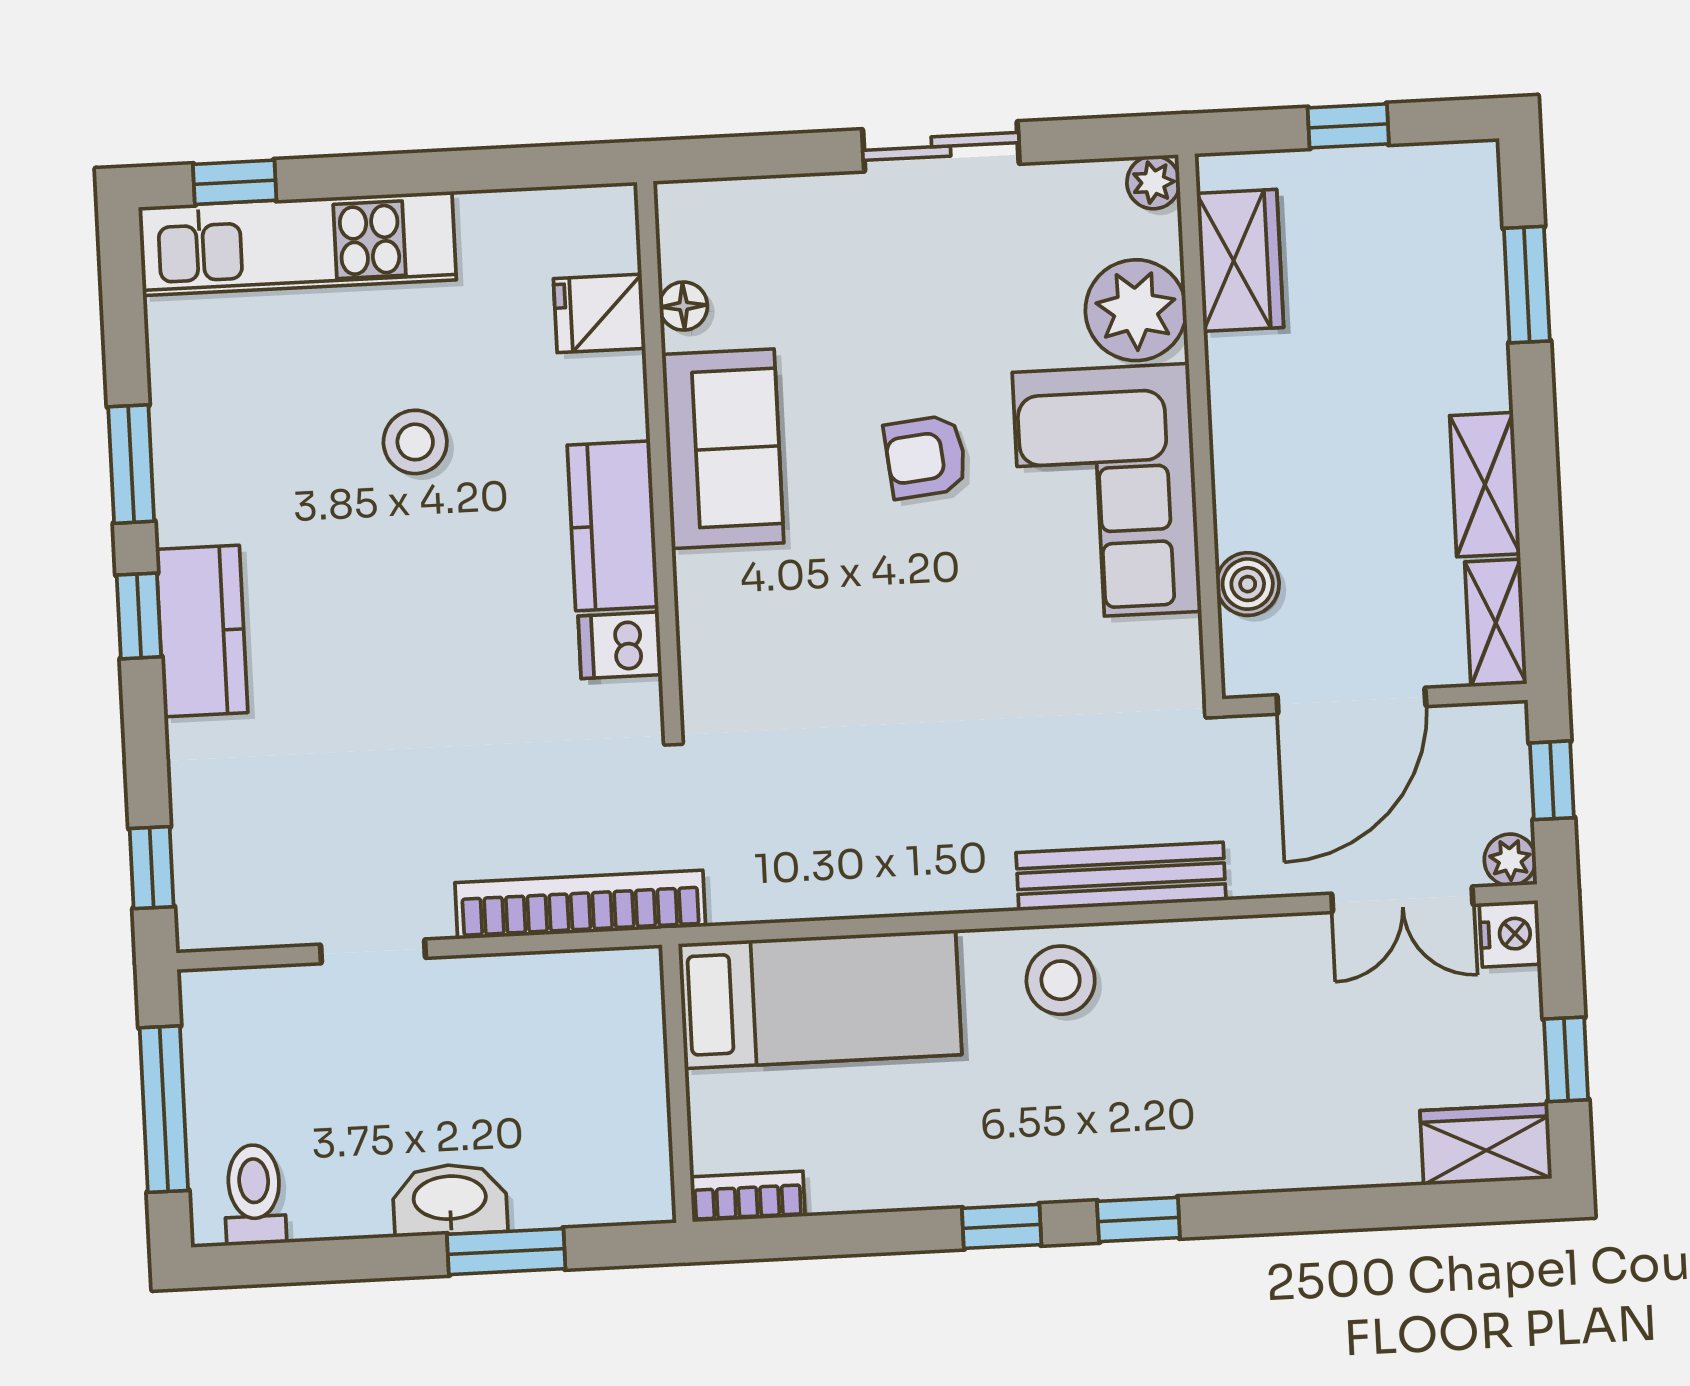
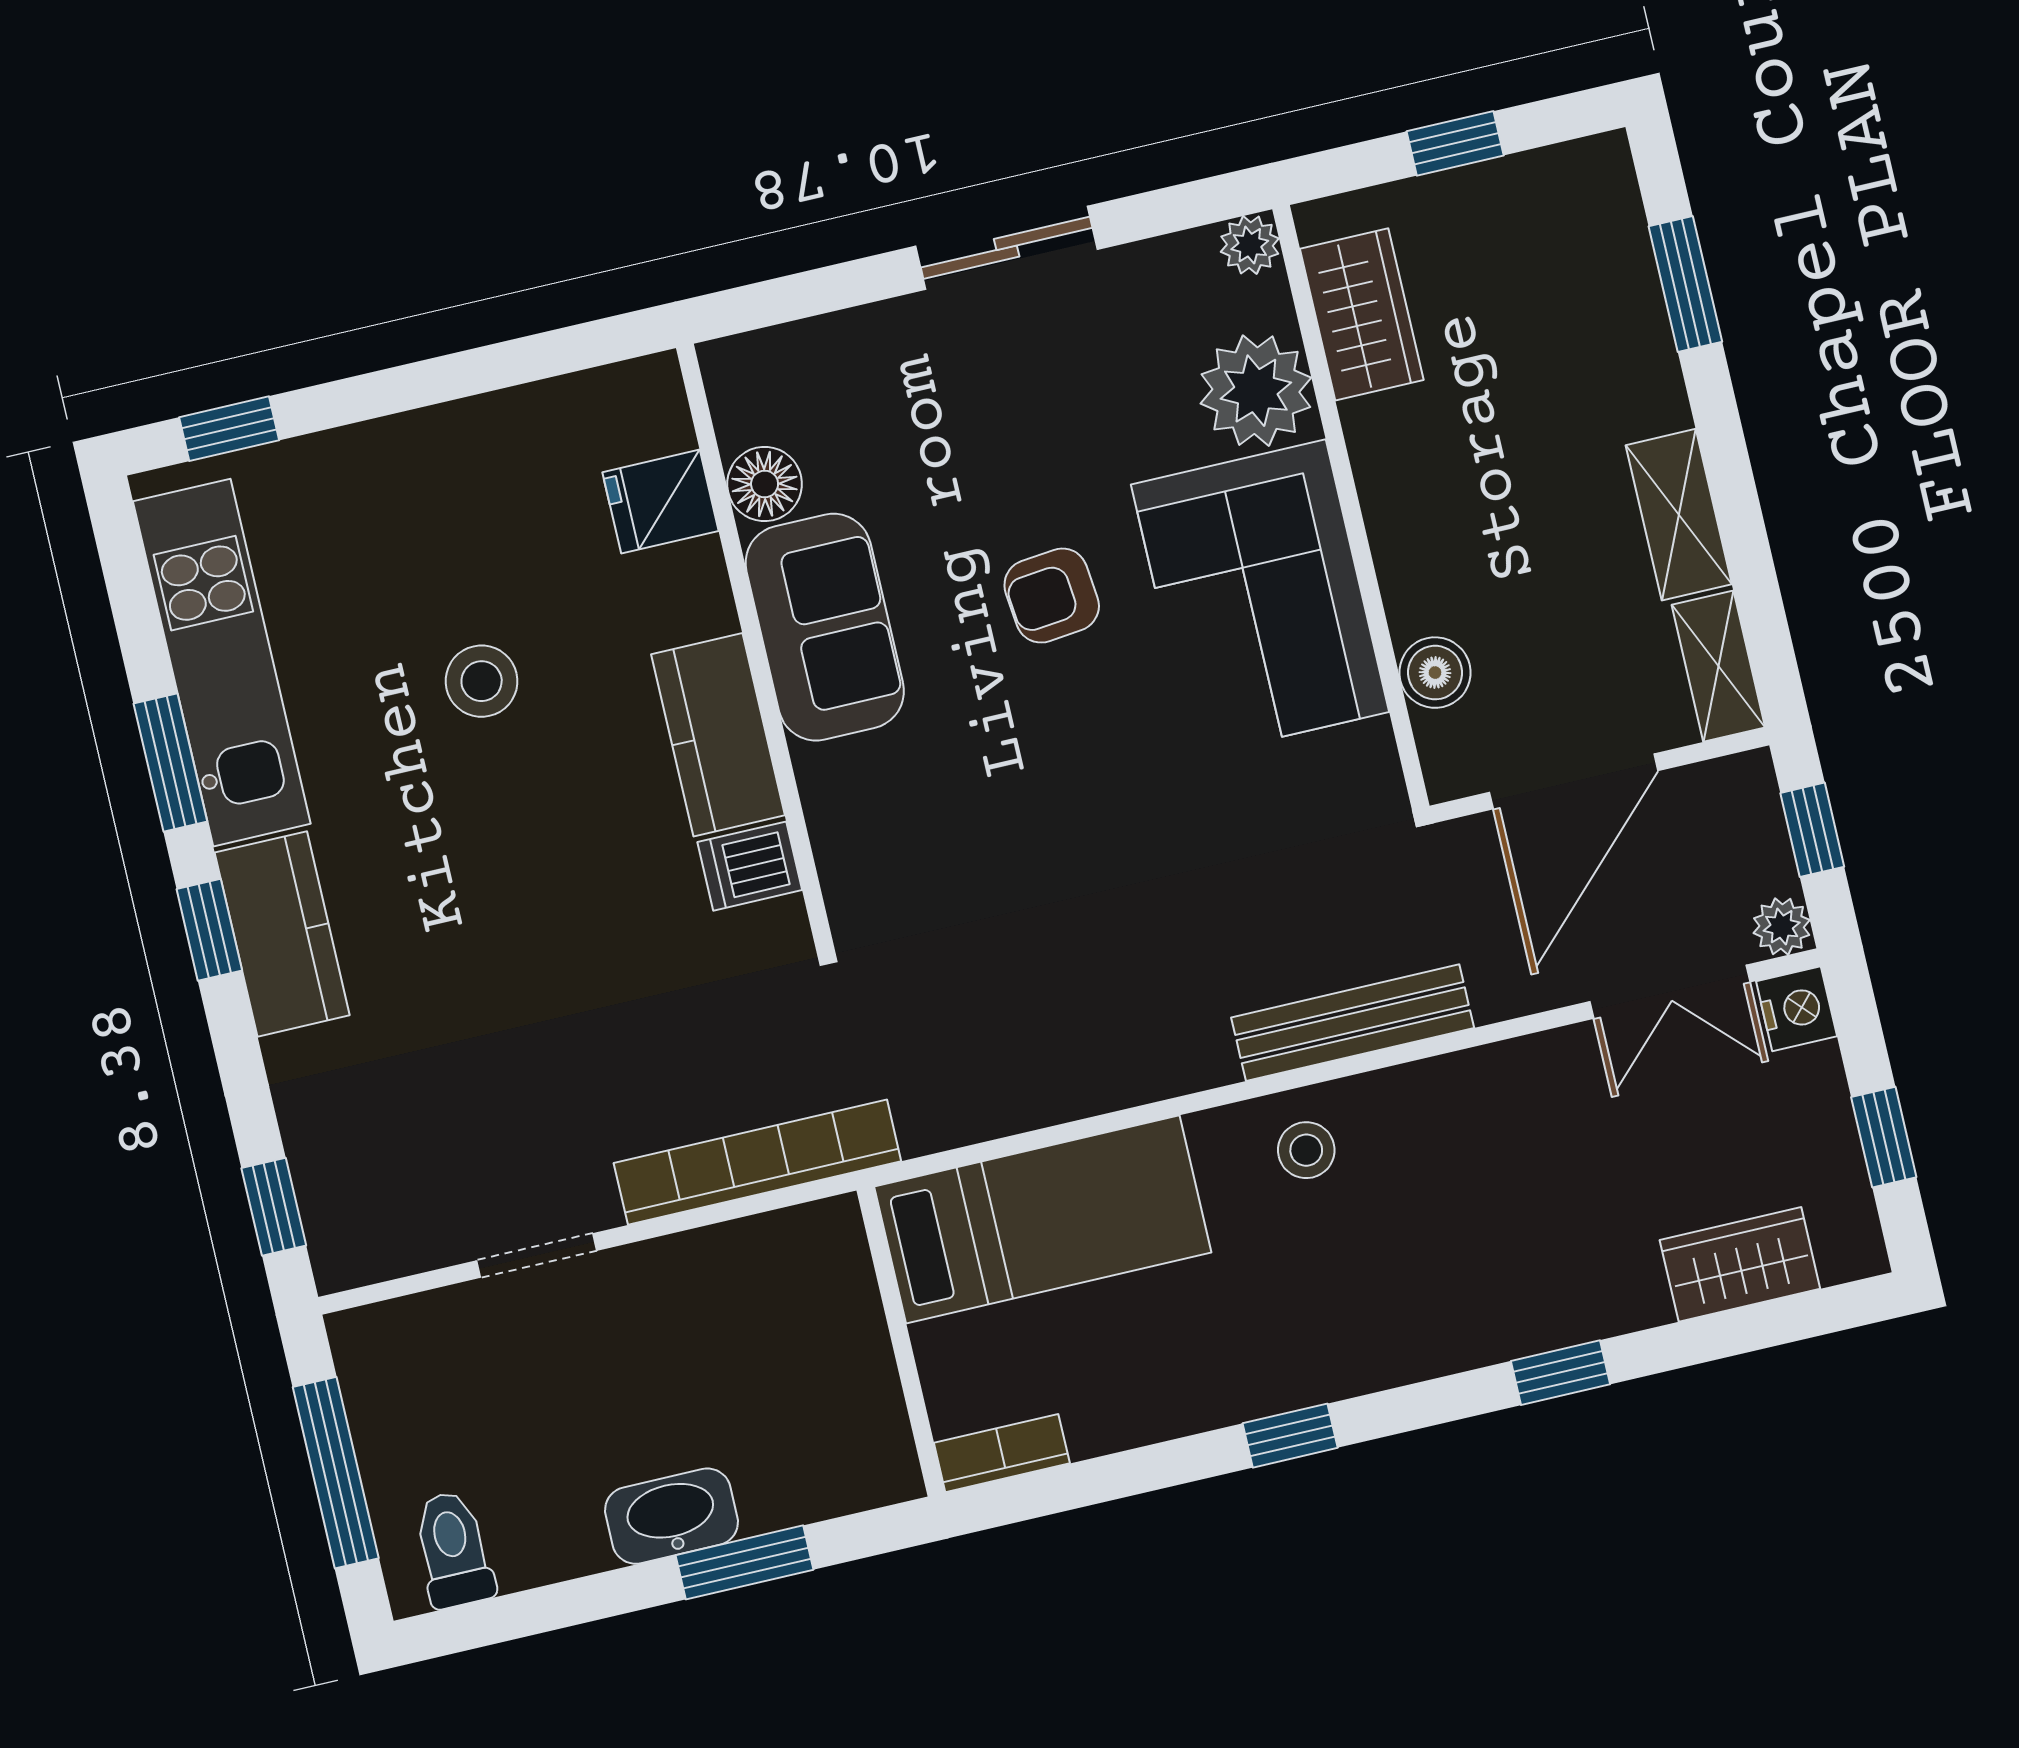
kitchen unit: (297, 243) -> (222, 663), moved, turned -90
floor lamp: (683, 306) -> (765, 484), width x1.37, depth x1.37
stool: (1061, 980) -> (1306, 1150), width x0.73, depth x0.73
wardrobe: (1486, 1144) -> (1740, 1264), moved
window: (1138, 1220) -> (1560, 1373), moved

